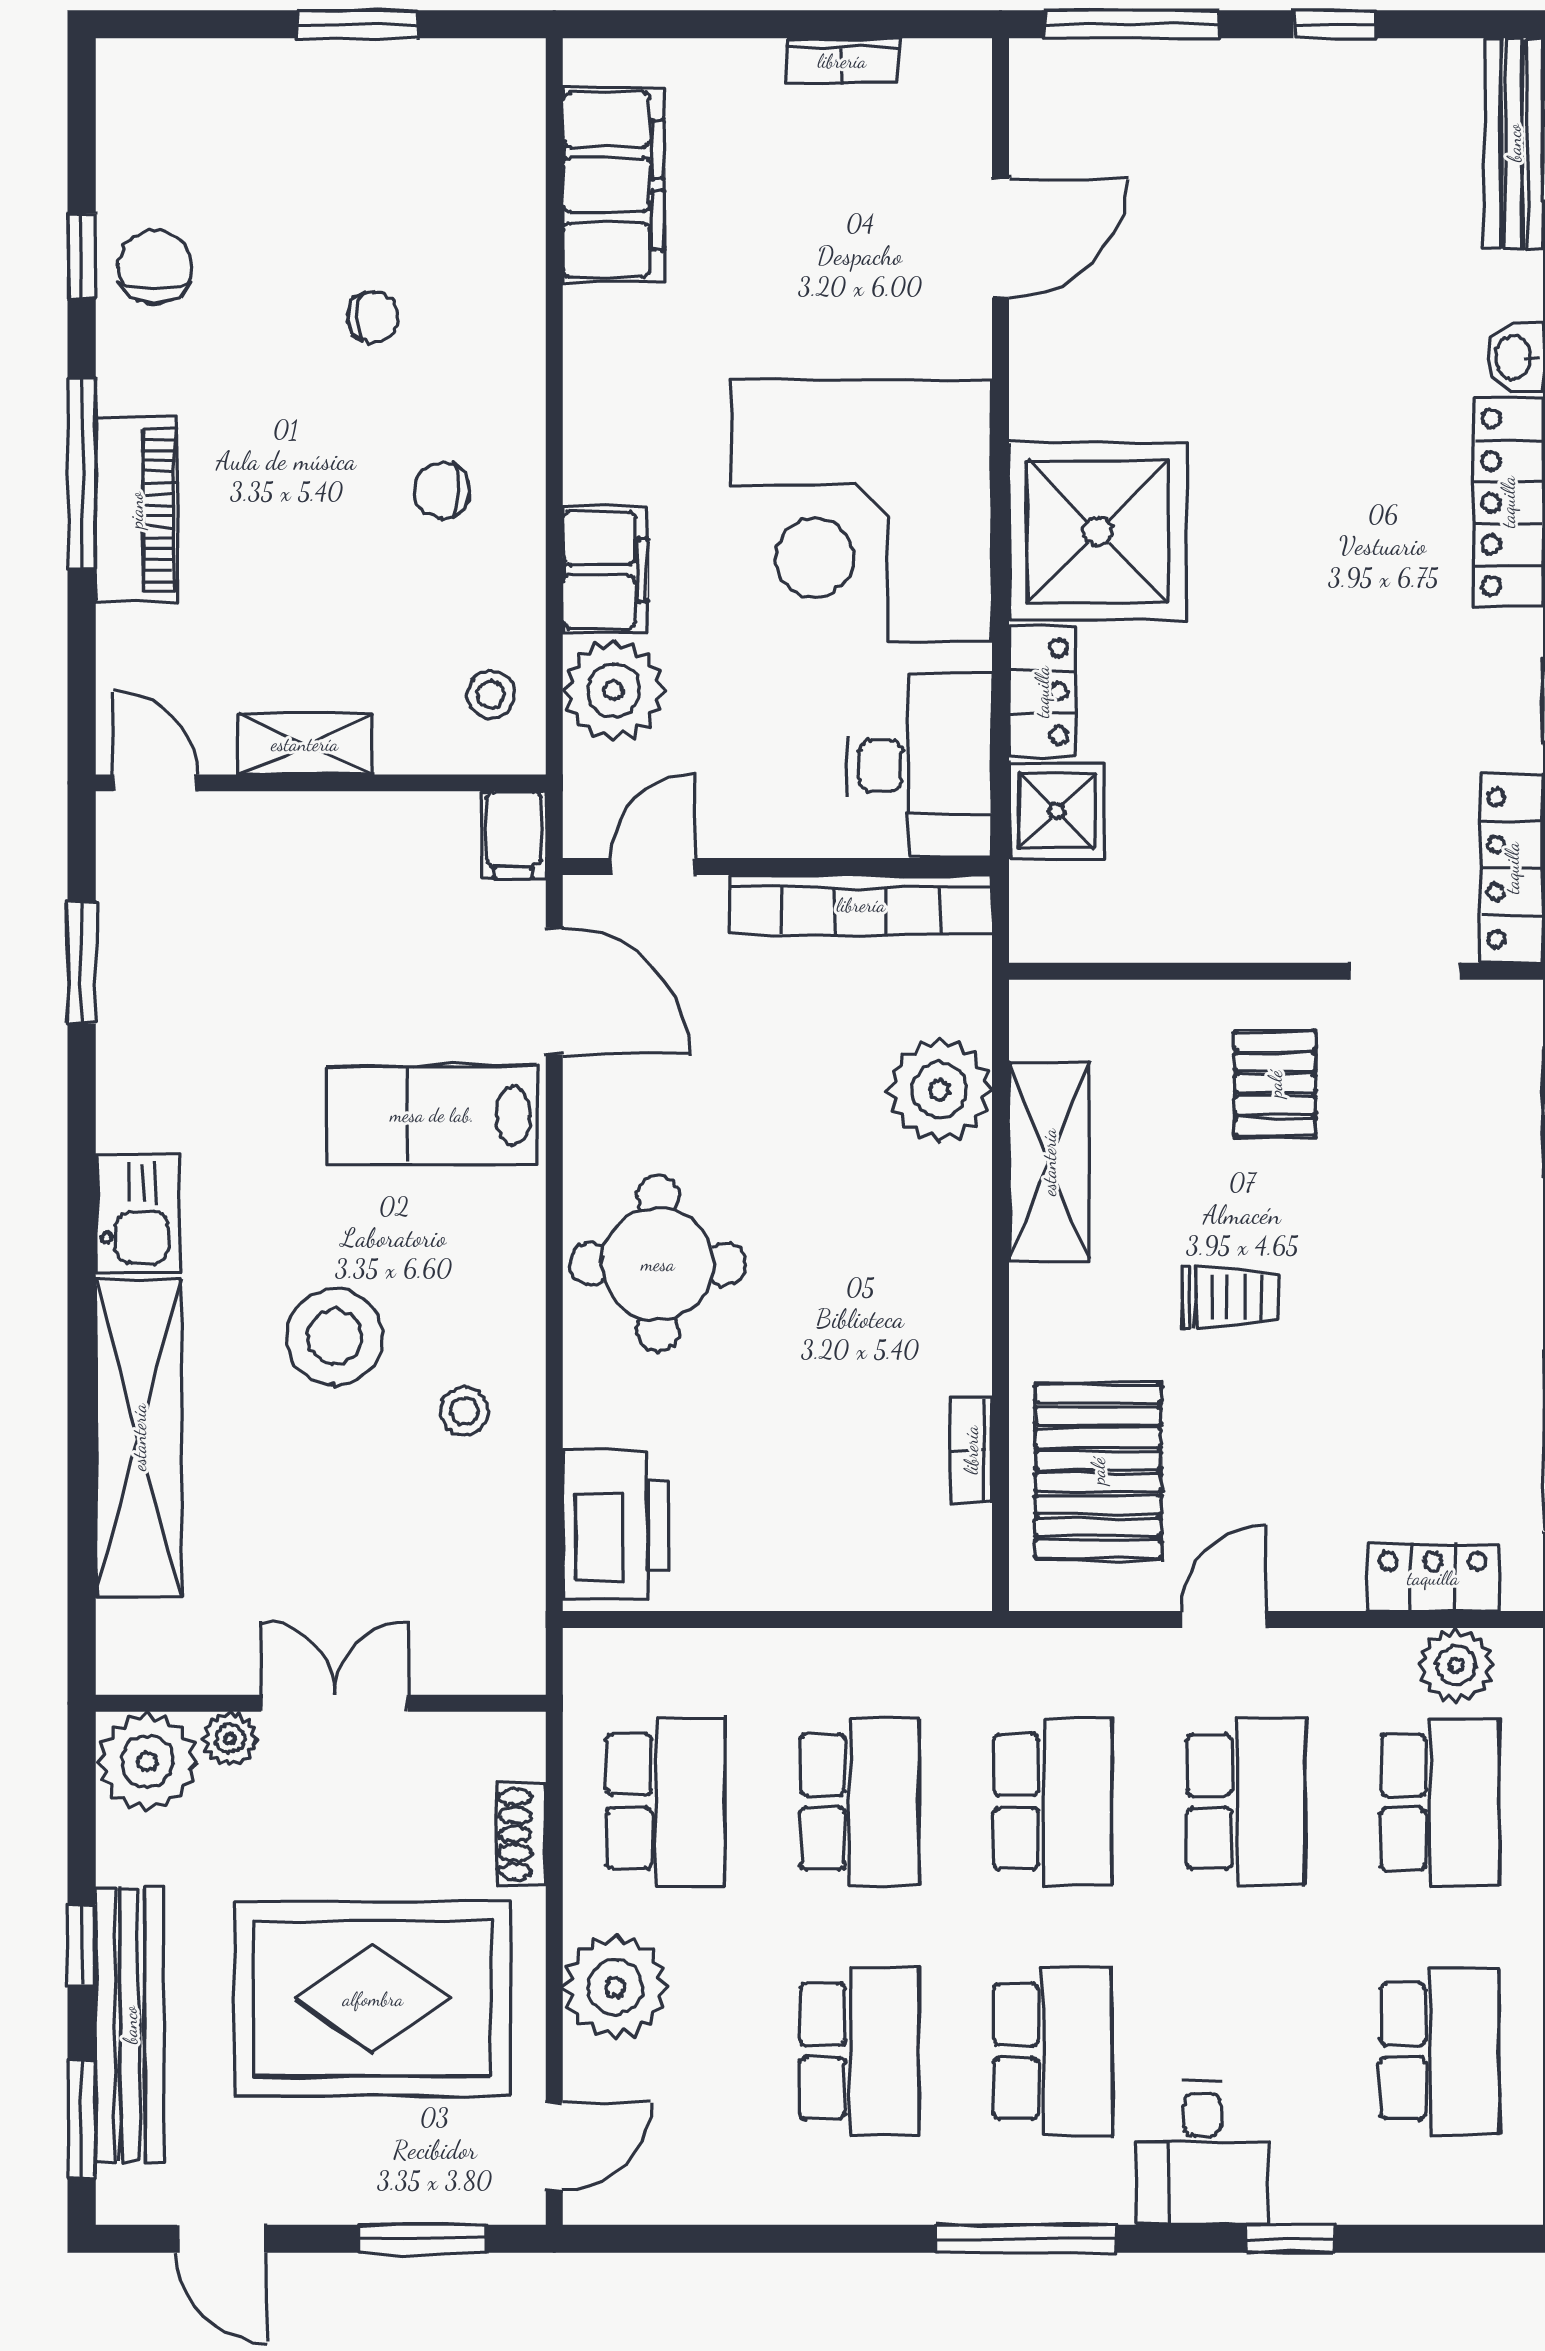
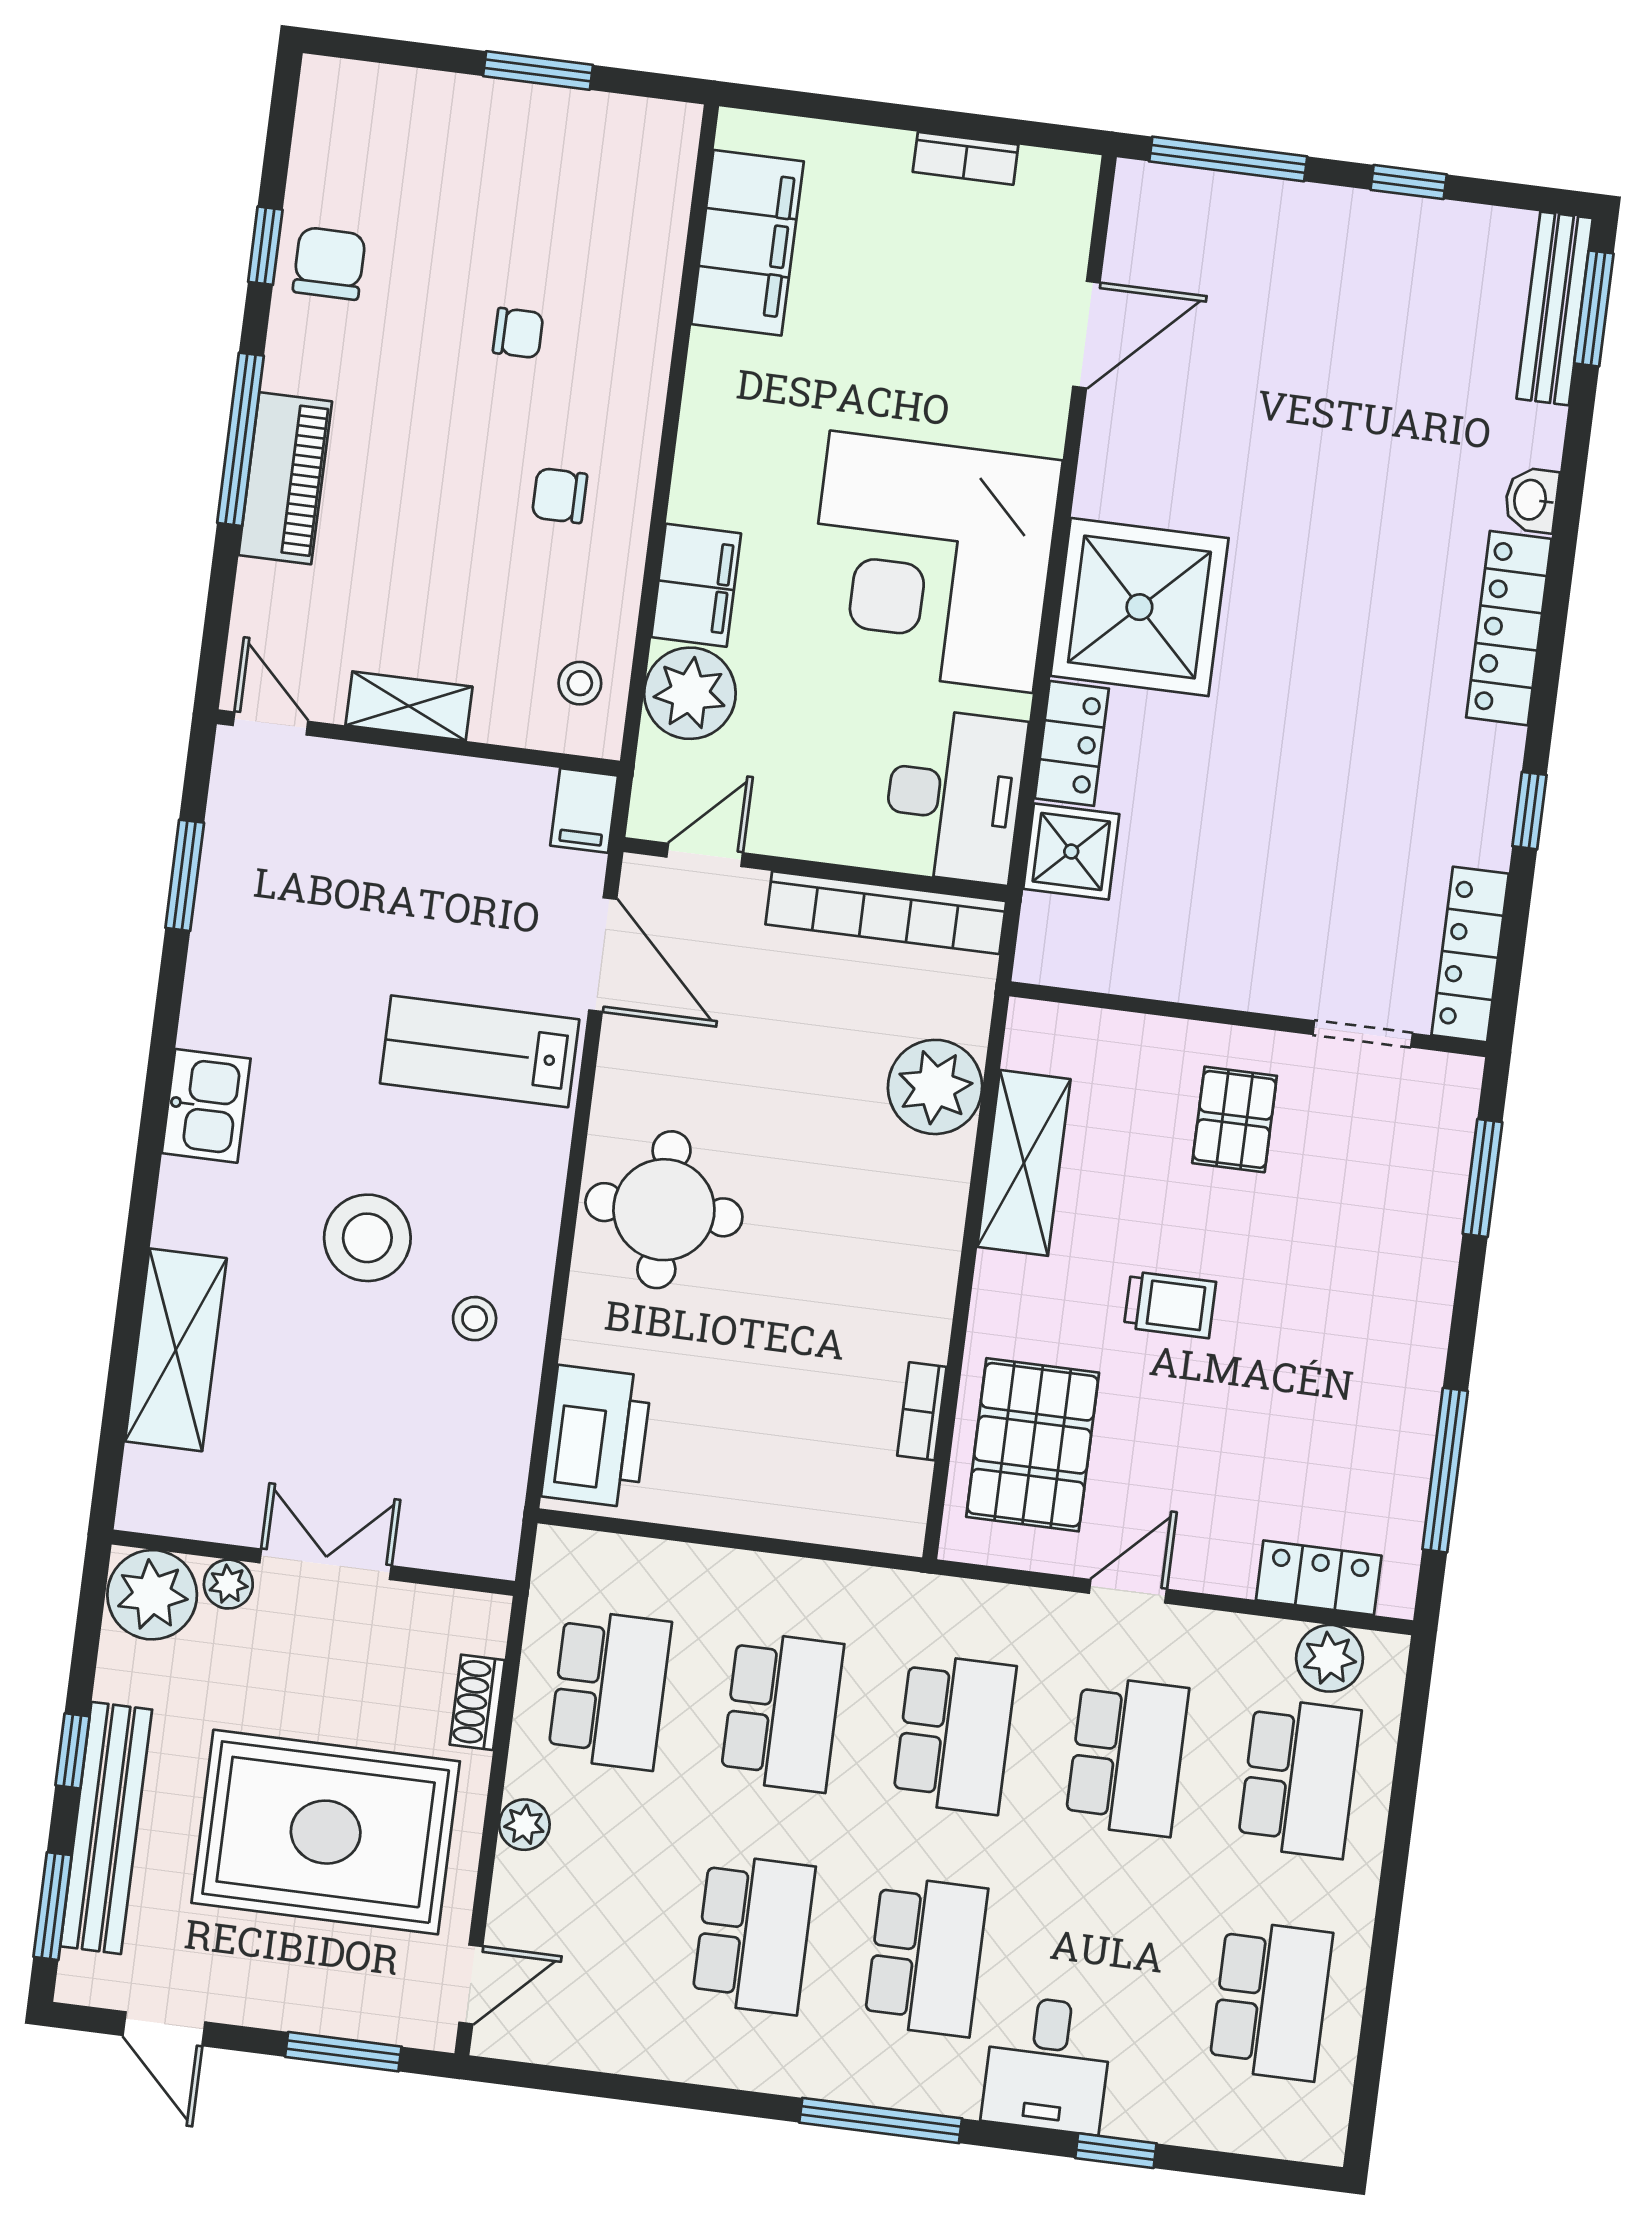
shelving: (139, 1437) -> (176, 1350), width x0.68
plant: (615, 1987) -> (524, 1825), width x0.53, depth x0.53

